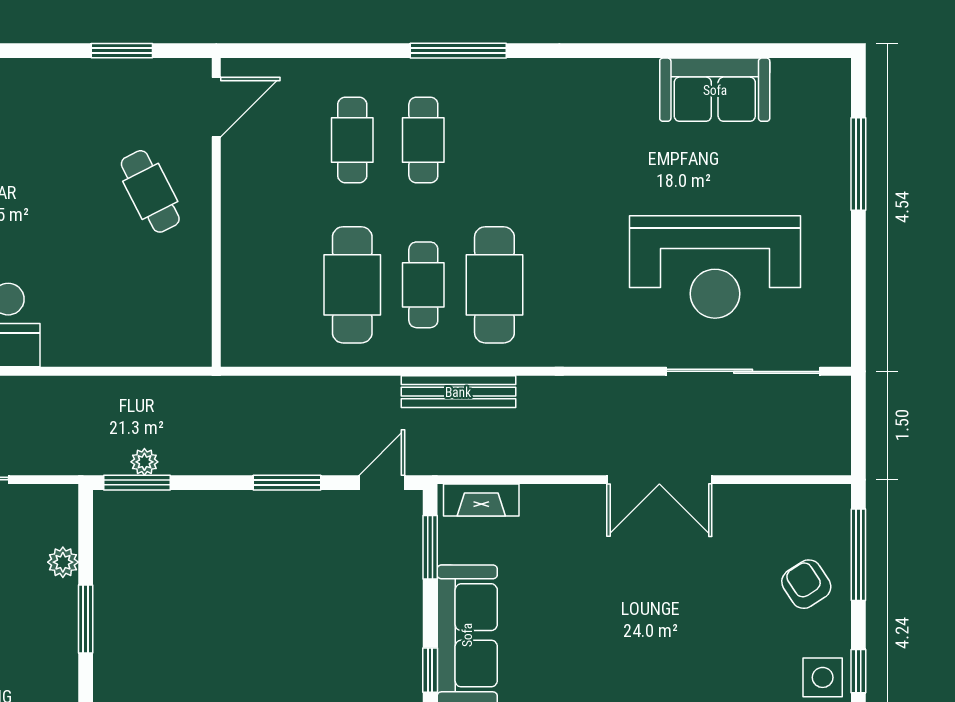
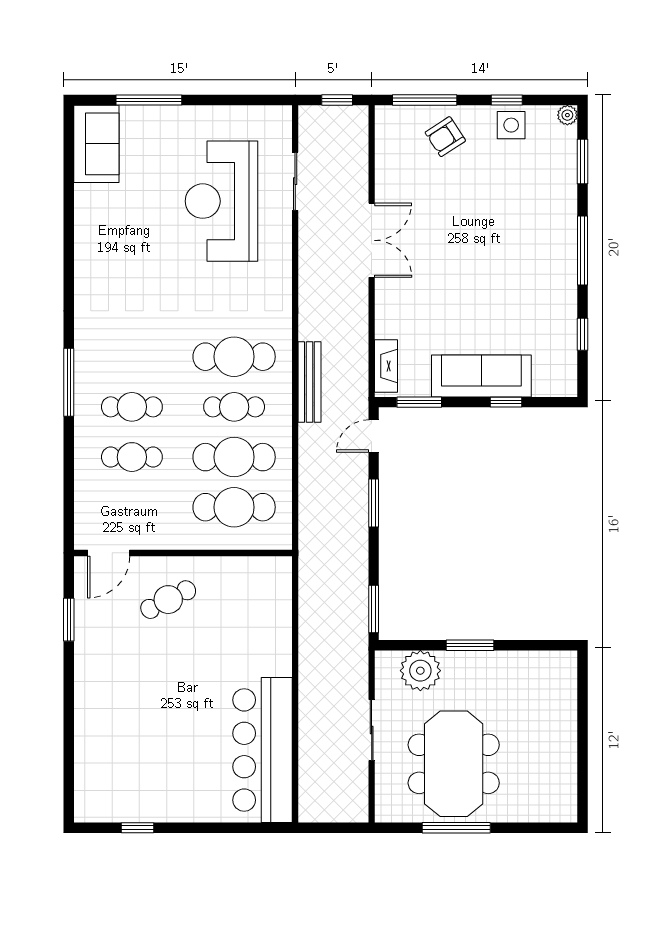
sofa: (715, 90) -> (96, 144), moved
door: (216, 107) -> (109, 553), swing flipped
reception desk: (715, 267) -> (221, 201), turned 180
cafe table: (281, 285) -> (234, 507), added
sliding door: (743, 371) -> (295, 181), width x0.54
window: (858, 431) -> (337, 100), added
plant: (144, 462) -> (359, 604), removed
door: (382, 483) -> (374, 436), hinge flipped
plant: (63, 562) -> (420, 671), width x1.87, depth x1.87

